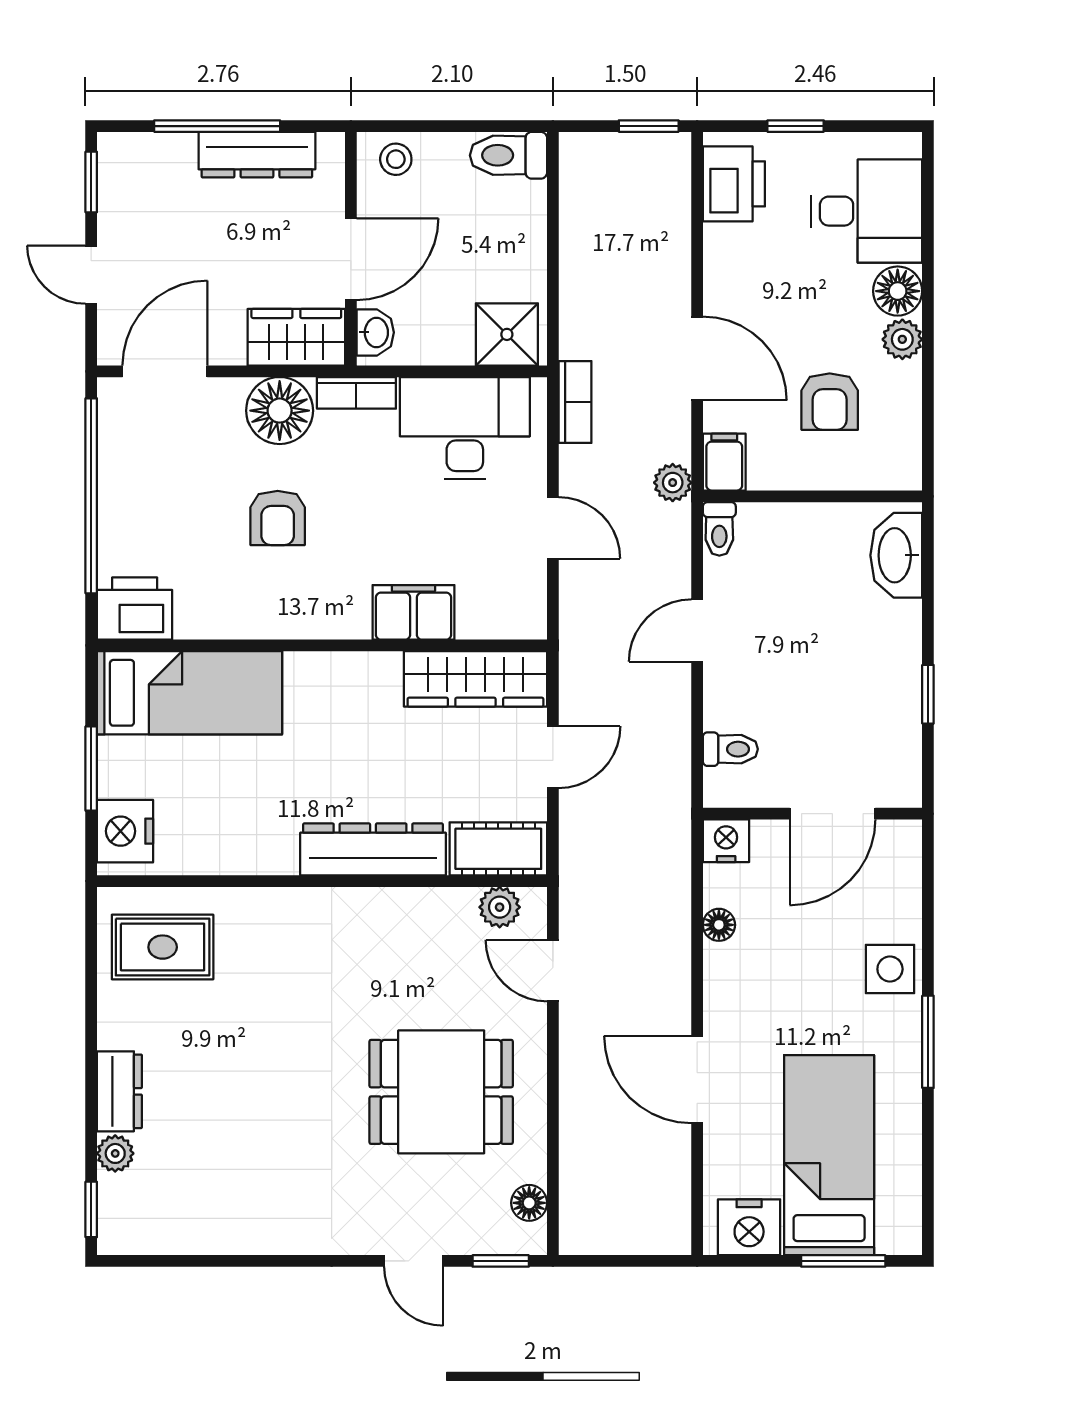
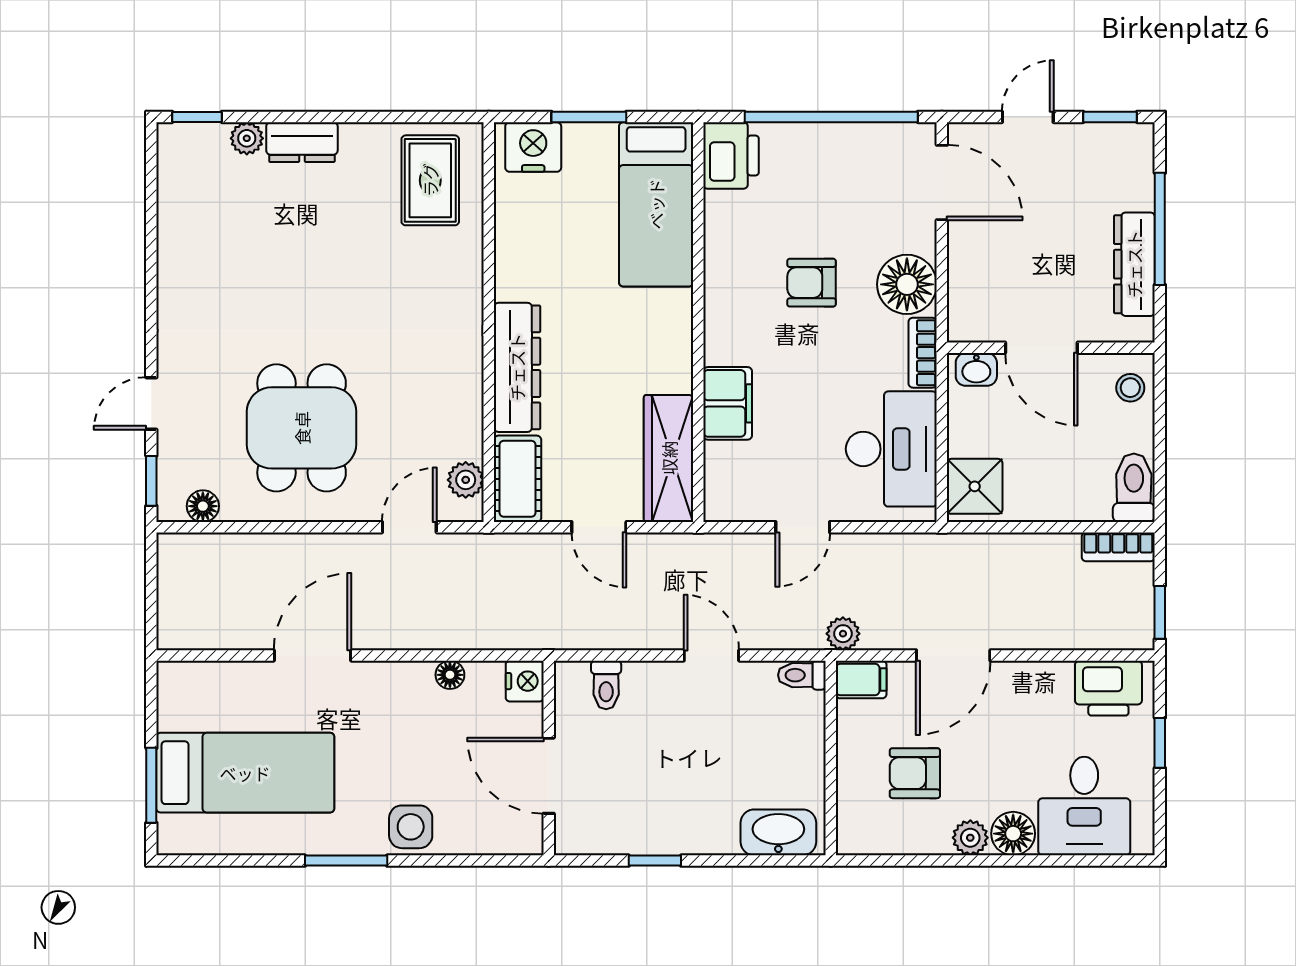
wardrobe: (296, 337) -> (972, 299), removed
bookcase: (575, 402) -> (1118, 547), moved
nightstand: (749, 1227) -> (181, 702), removed

